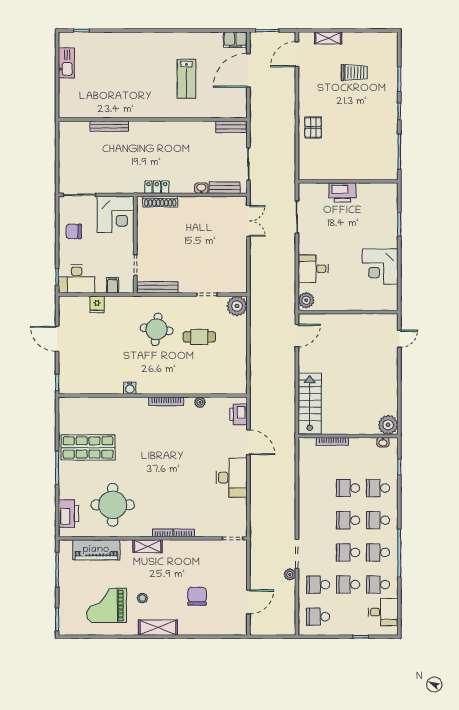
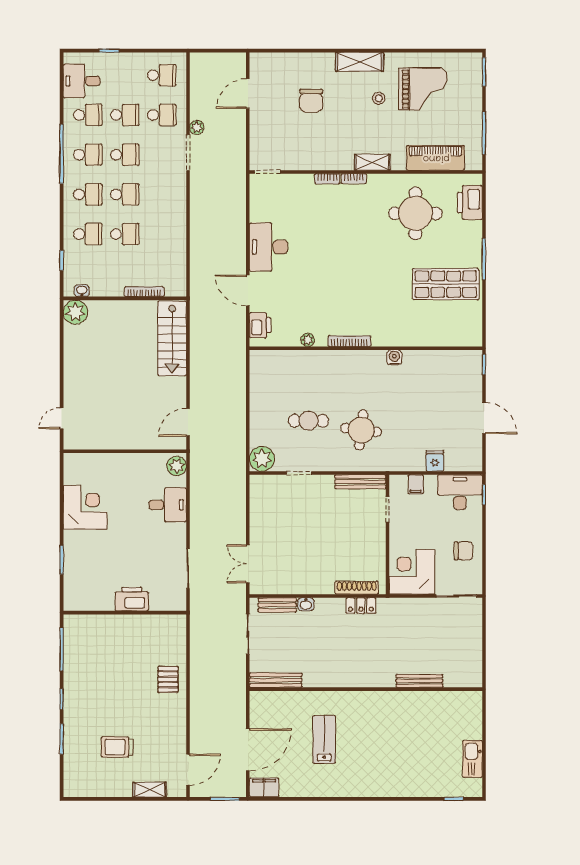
bench: (231, 127) -> (276, 680), width x1.36

